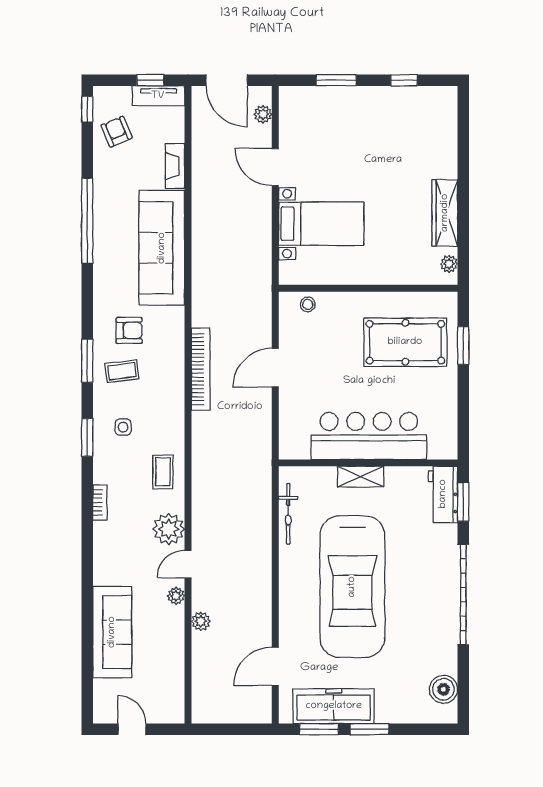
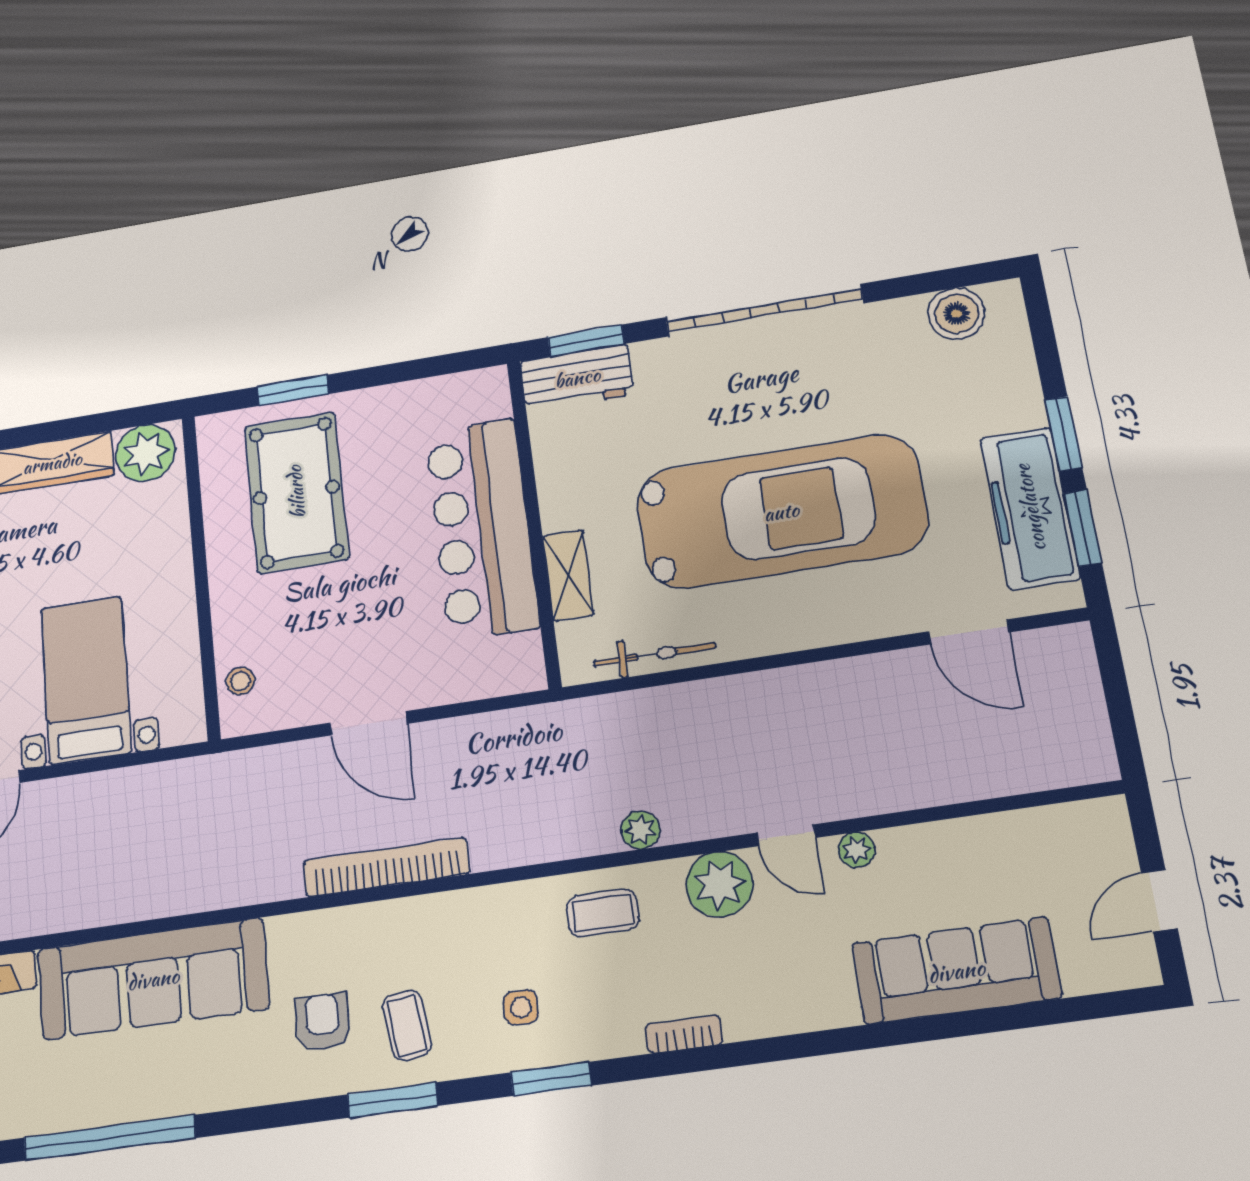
plant: (449, 264) -> (146, 453), width x1.87, depth x1.87
shelving: (361, 477) -> (568, 575), moved
plant: (201, 621) -> (640, 830), moved

